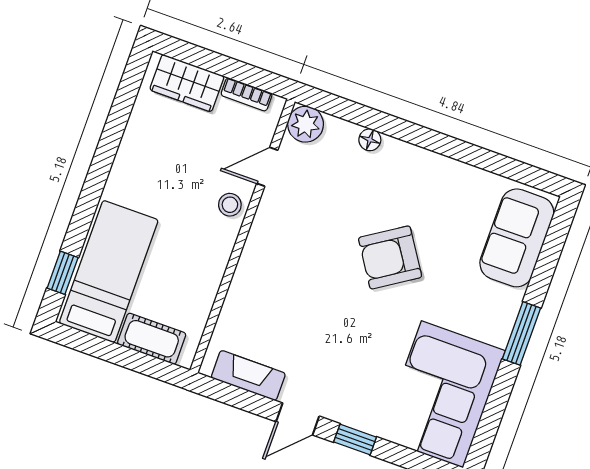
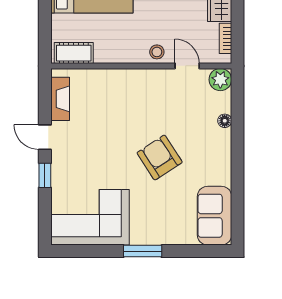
sofa: (517, 238) -> (215, 216), moved, turned -90
cot: (152, 339) -> (74, 53), moved, turned 90

